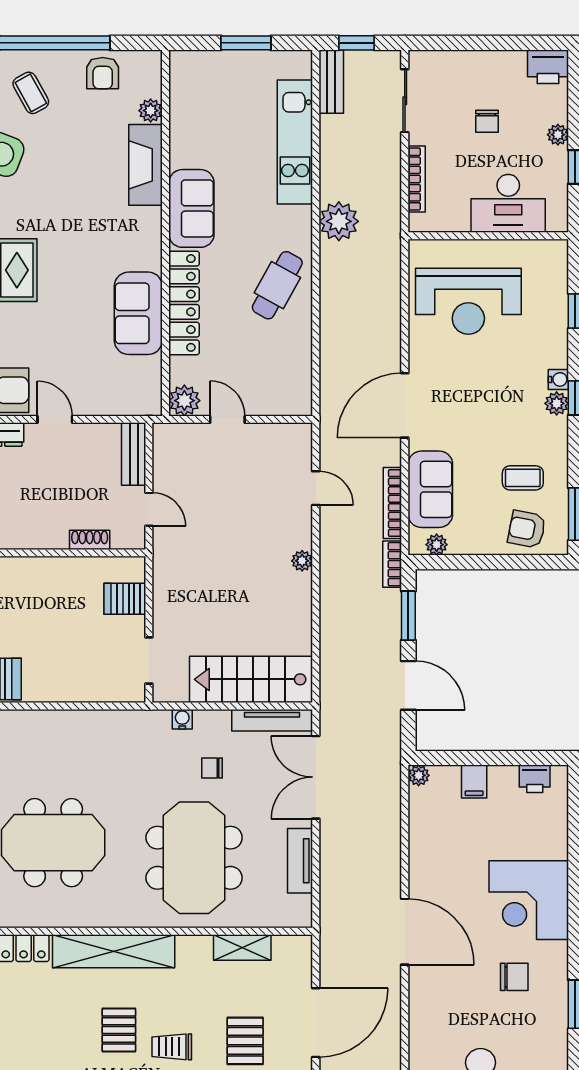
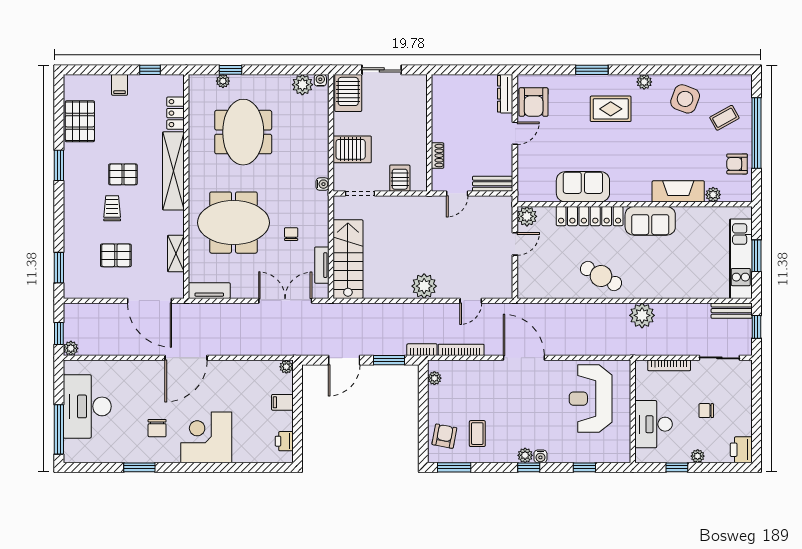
kitchen unit: (295, 142) -> (741, 259), moved, turned -90
sofa: (430, 489) -> (470, 374), removed
plant: (302, 561) -> (424, 286), width x1.88, depth x1.88
server rack: (80, 673) -> (352, 149), added
water cooler: (182, 719) -> (322, 184), moved
tv unit: (272, 720) -> (322, 265), width x0.71
tv unit: (300, 861) -> (209, 291), moved
door: (316, 1023) -> (150, 301), moved

